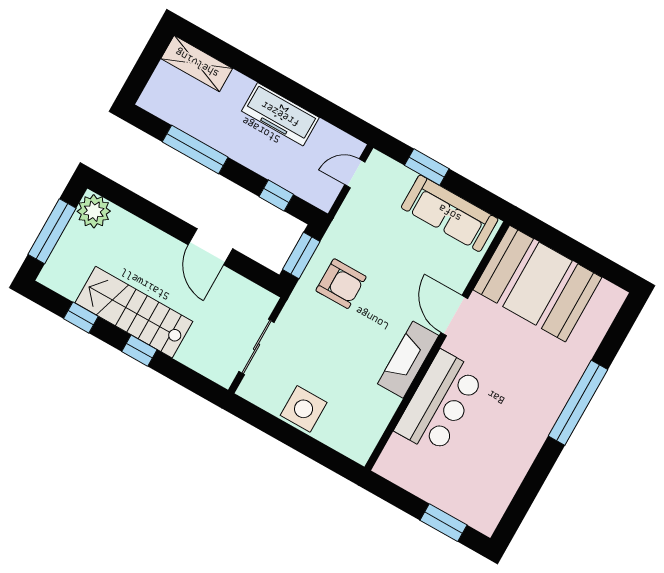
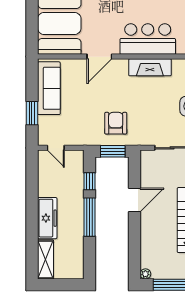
freezer: (280, 114) -> (47, 218), moved
window: (195, 150) -> (90, 217), moved
plant: (94, 211) -> (145, 274), width x0.53, depth x0.53
fireplace: (408, 360) -> (150, 67), moved

